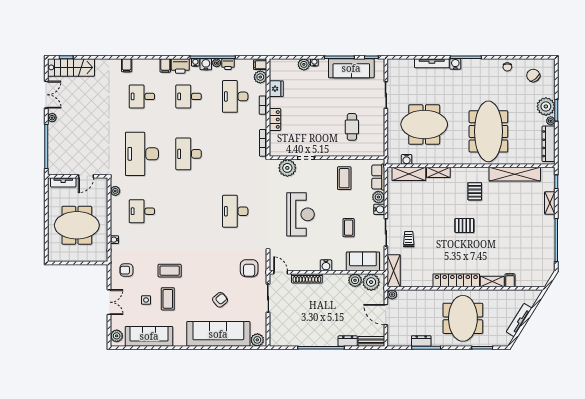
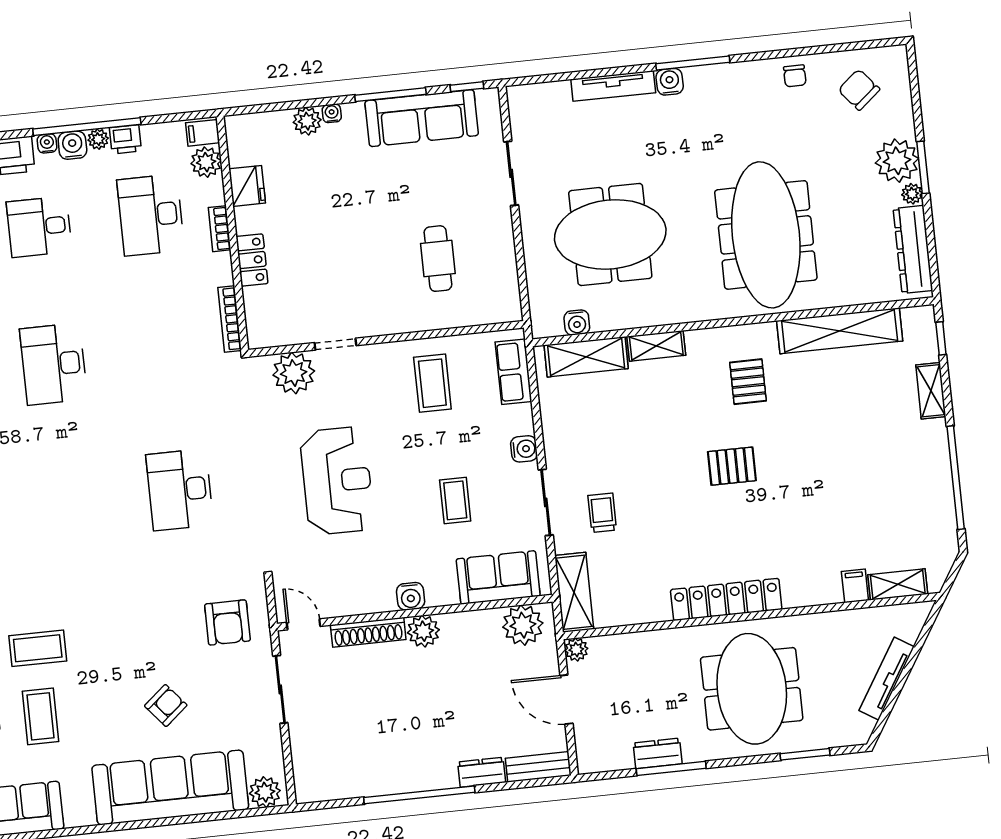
plant: (378, 197) -> (519, 420), removed
plant: (355, 280) -> (423, 631), moved
shelving: (492, 282) -> (898, 584), moved

